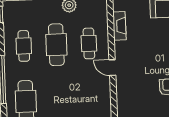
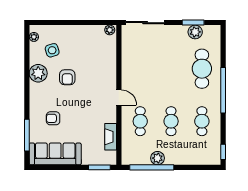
cafe table: (56, 45) -> (171, 121), width x0.73, depth x0.74

